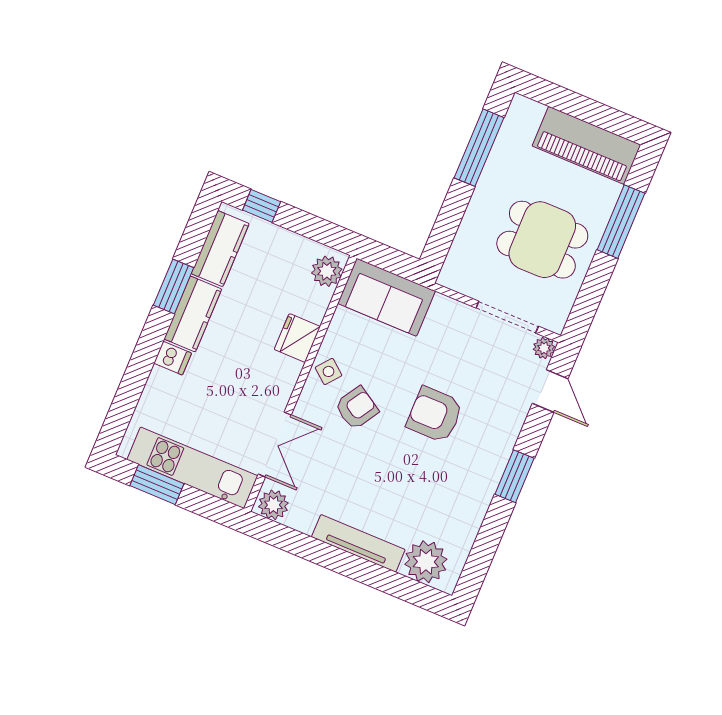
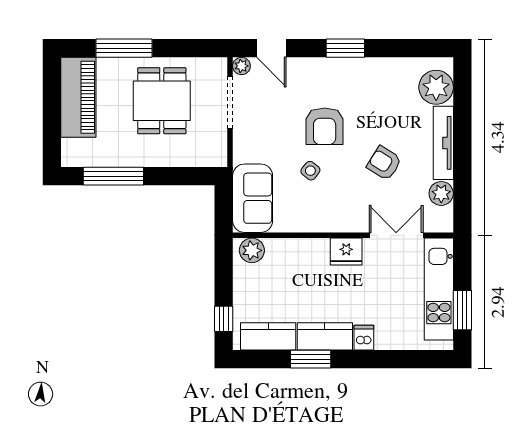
fridge: (297, 338) -> (346, 252), moved
side table: (328, 371) -> (310, 171), moved
door: (550, 391) -> (271, 48), swing flipped
armchair: (357, 408) -> (384, 163), moved
plant: (273, 505) -> (441, 193), moved

